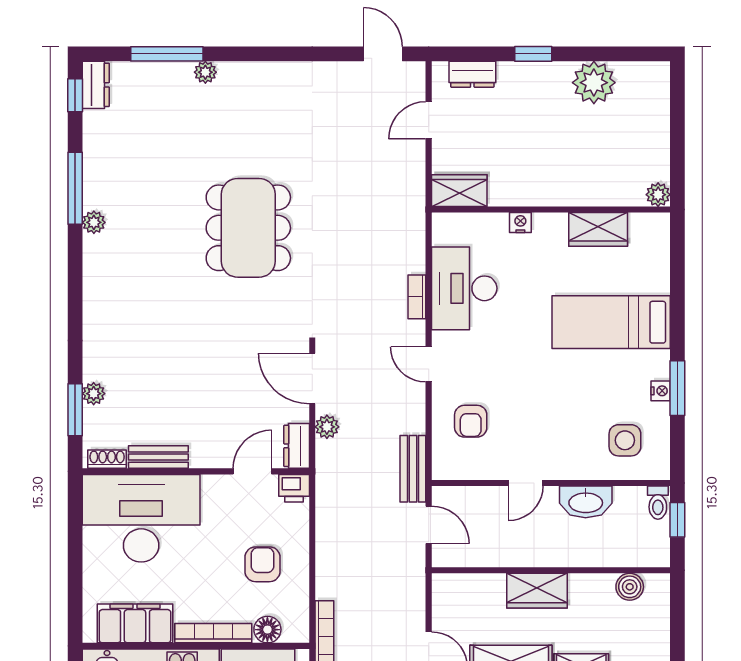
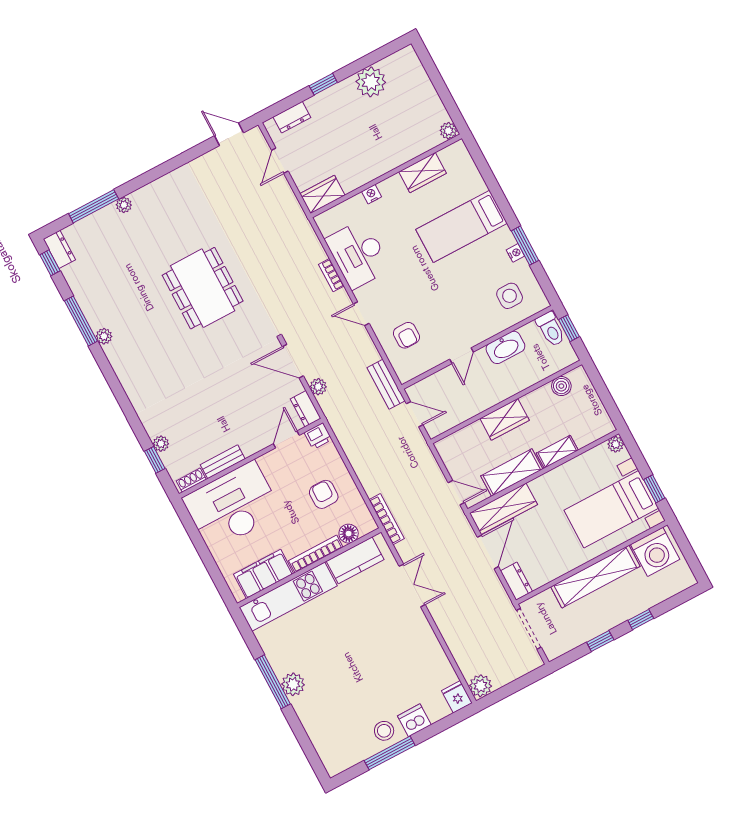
window: (75, 410) -> (155, 460), width x0.67
toilet: (658, 503) -> (551, 329), width x1.37, depth x1.39

